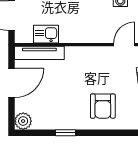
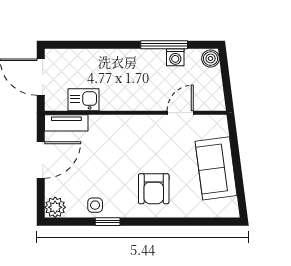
tv unit: (39, 53) -> (66, 123), width x0.71
side table: (55, 119) -> (95, 205), added

